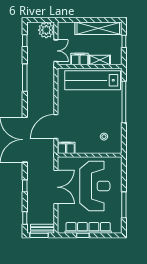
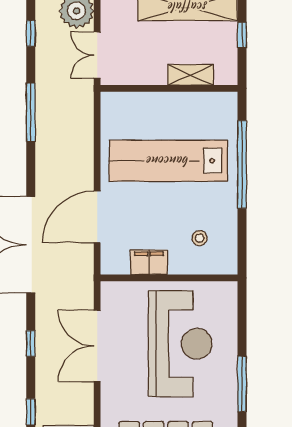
double door: (56, 51) -> (97, 55), swing flipped
filing cabinet: (80, 59) -> (148, 73), removed
lab bench: (93, 80) -> (168, 161), moved
filing cabinet: (66, 148) -> (149, 262), moved
double door: (56, 187) -> (97, 346), swing flipped

